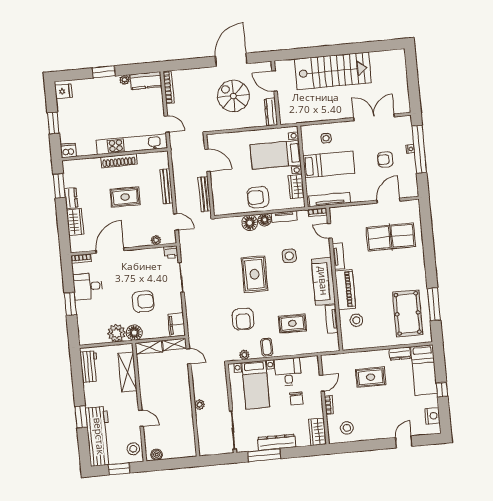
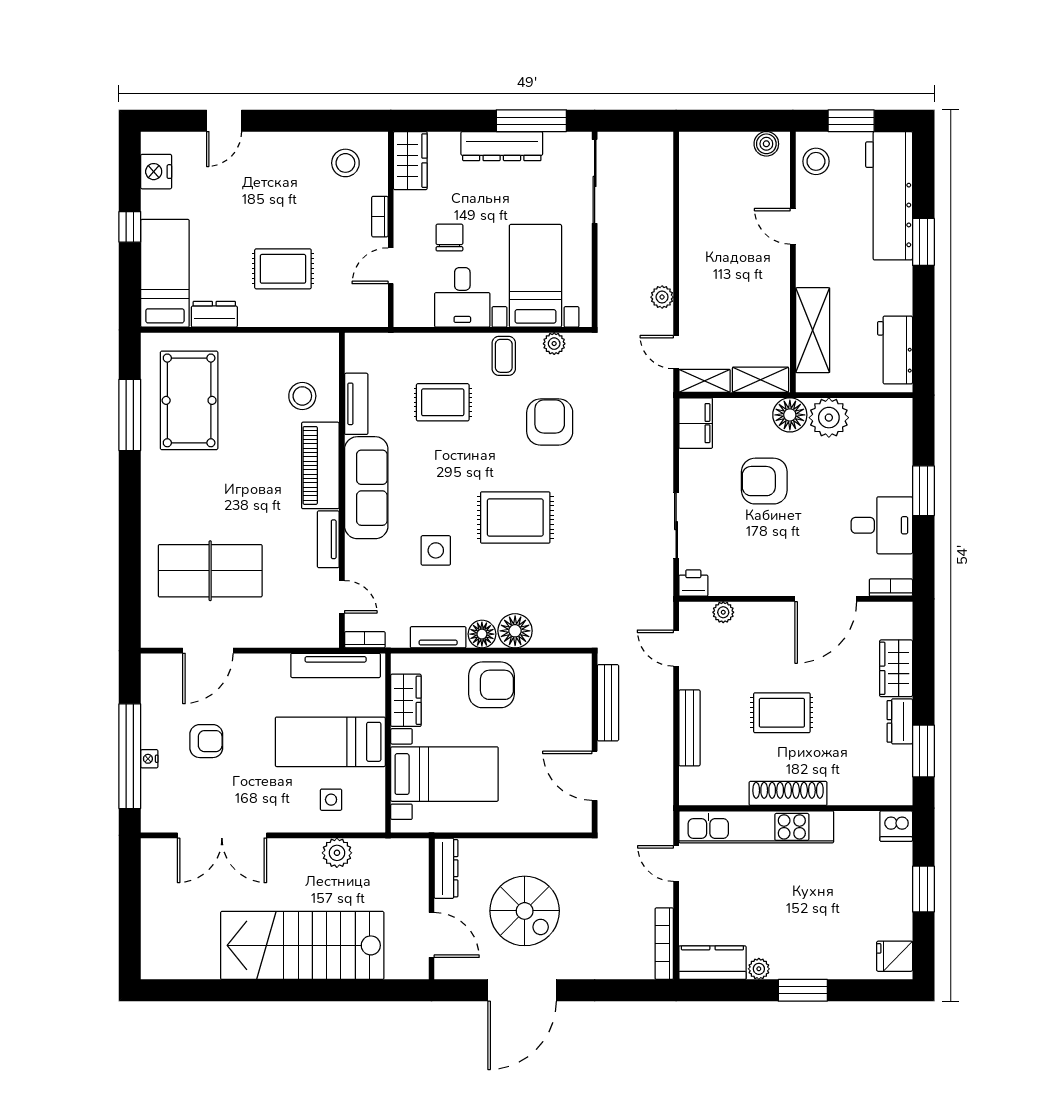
plant: (321, 114) -> (337, 853), added
rug: (255, 274) -> (515, 518), turned 90
plant: (200, 405) -> (662, 297), moved

